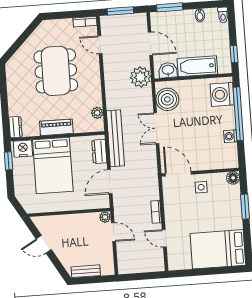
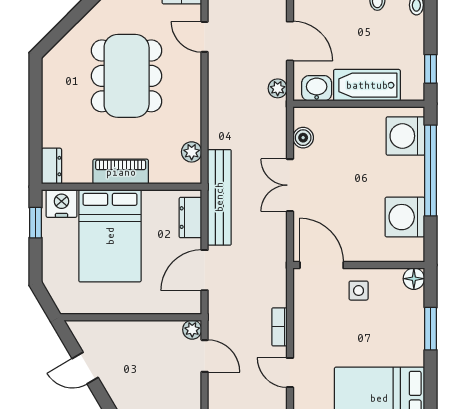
plant: (141, 77) -> (278, 88), width x0.53, depth x0.53
boiler: (167, 99) -> (303, 138), width x0.54, depth x0.54
washing machine: (230, 136) -> (405, 217), width x1.89, depth x1.89

